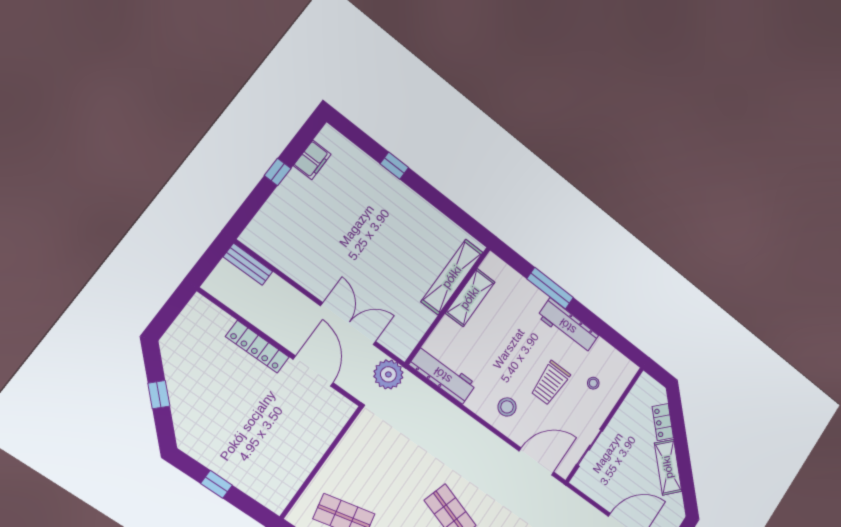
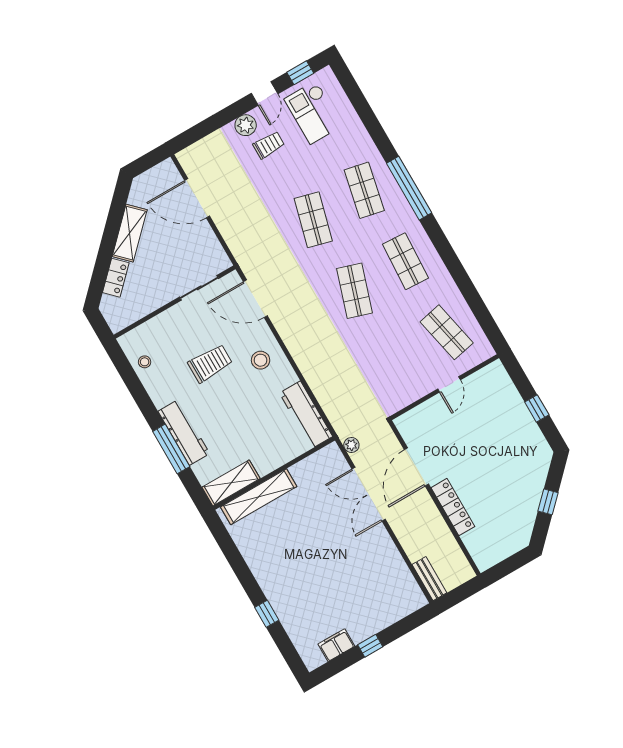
shelving: (470, 298) -> (231, 483), moved
workbench: (568, 326) -> (184, 432), moved
plant: (388, 374) -> (351, 445), width x0.53, depth x0.53
stool: (593, 383) -> (145, 362), moved
door: (318, 467) -> (449, 384), added

